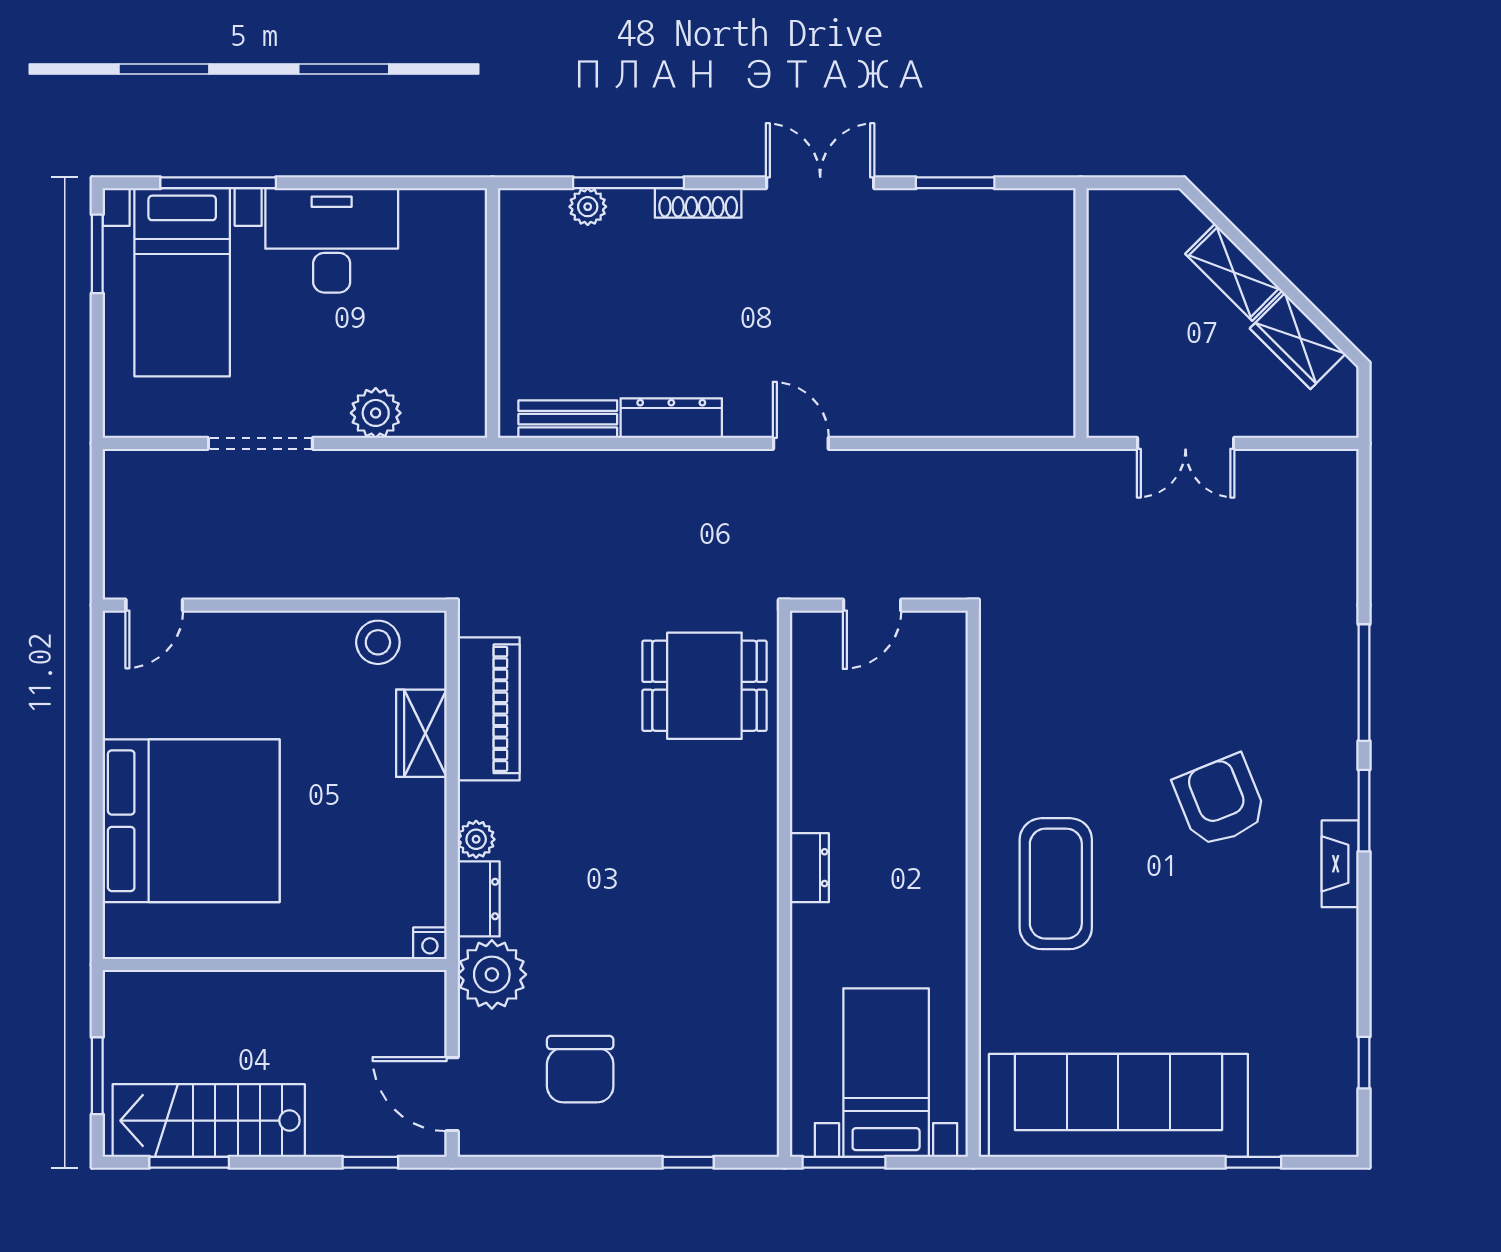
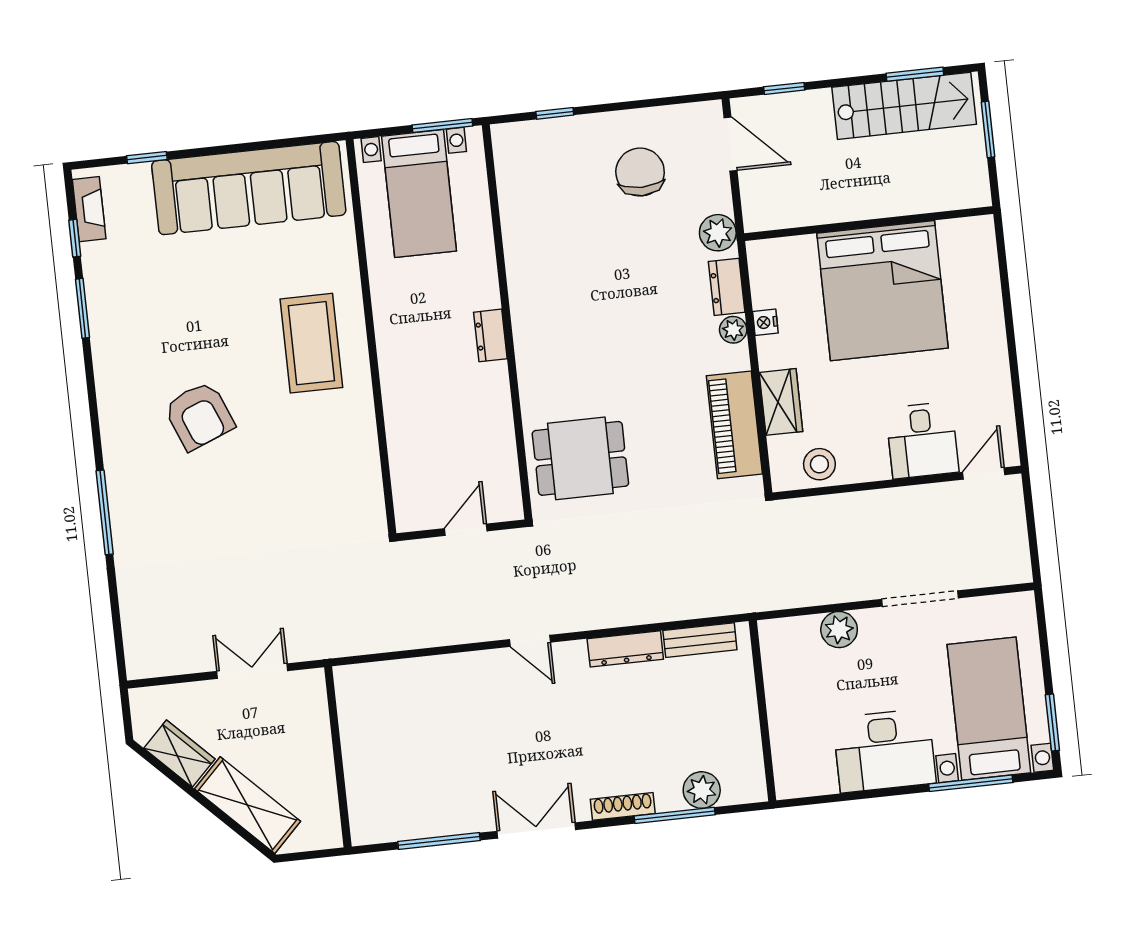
double door: (820, 183) -> (536, 830), swing flipped
window: (955, 183) -> (439, 841), width x1.44
plant: (588, 207) -> (702, 790), width x1.38, depth x1.38
shelving: (1234, 272) -> (247, 805), width x1.50, depth x1.33
desk: (234, 660) -> (922, 440), added
window: (1364, 811) -> (82, 308), moved
bed: (191, 821) -> (882, 291), moved, turned -90
fireplace: (1340, 864) -> (89, 209), moved
nightstand: (430, 943) -> (765, 322), moved, turned -90
plant: (492, 974) -> (718, 233), width x0.73, depth x0.73

